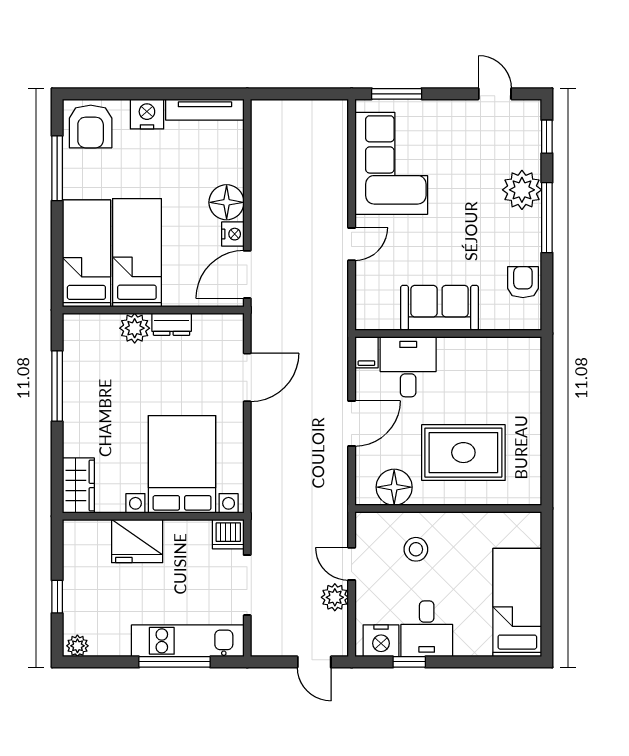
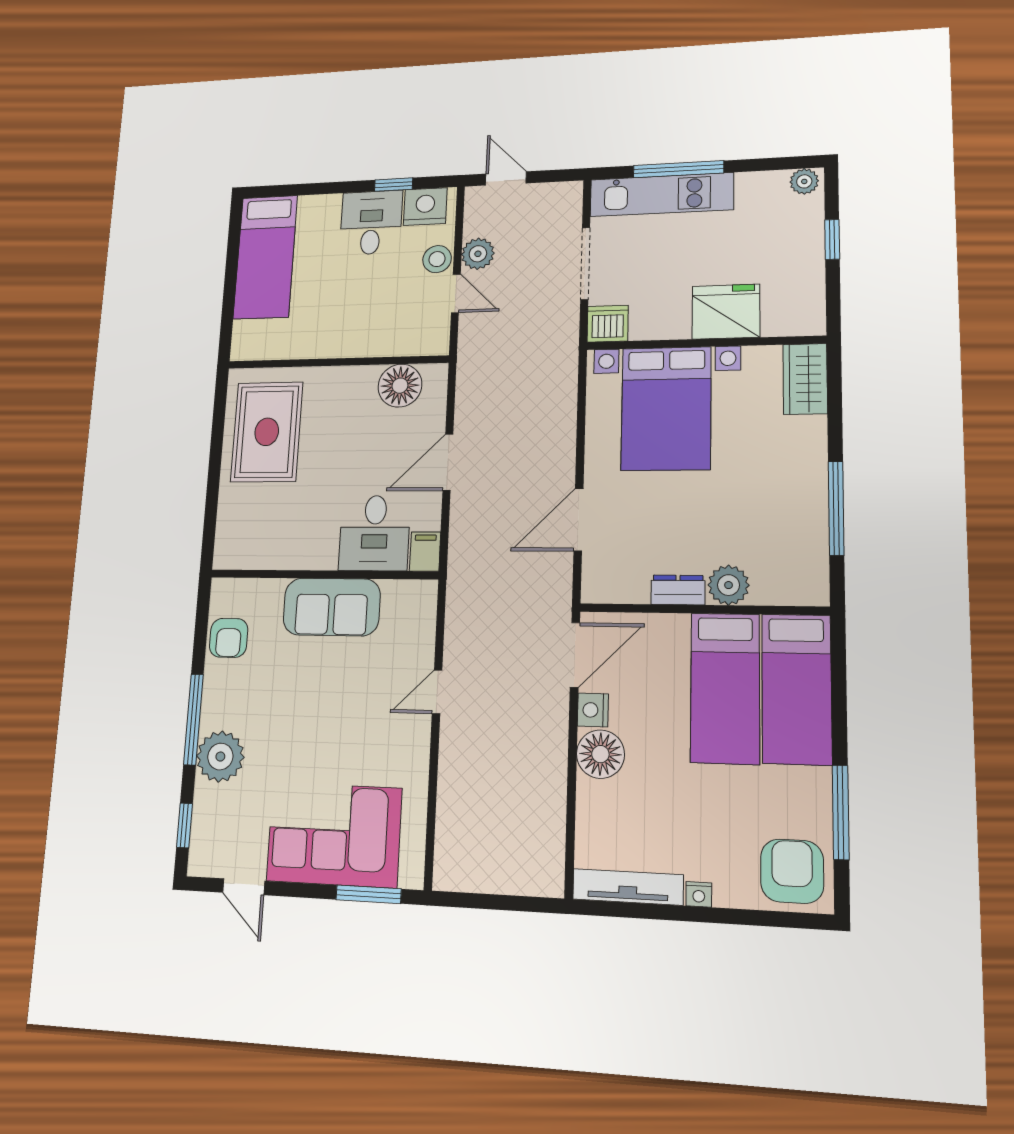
nightstand: (147, 114) -> (699, 894), width x0.53, depth x0.56
corner sofa: (391, 163) -> (334, 835), moved, turned 90
rug: (463, 453) -> (267, 432), moved, turned 90
stool: (416, 549) -> (437, 259), moved

